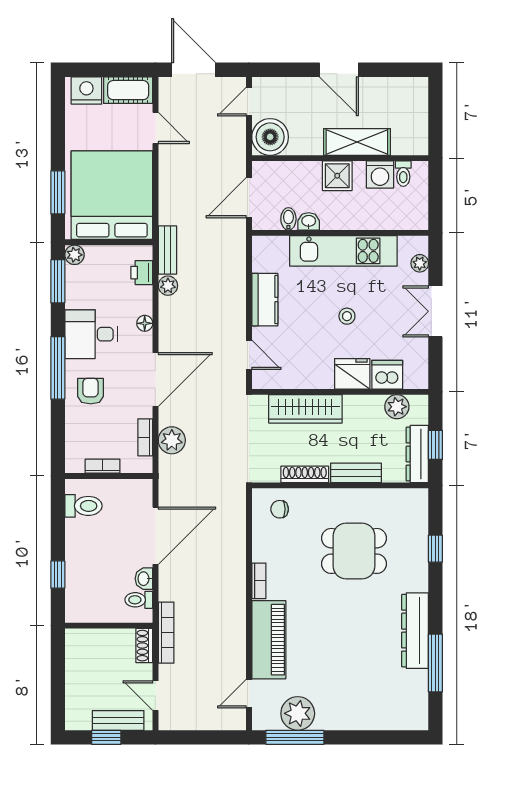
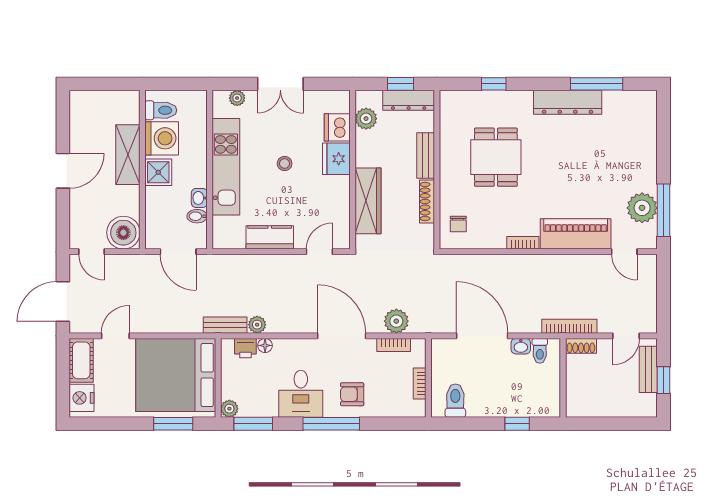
toilet: (403, 174) -> (161, 110), width x1.37, depth x1.39
washing machine: (380, 175) -> (162, 138), width x1.37, depth x1.37
floor lamp: (145, 323) -> (265, 345), moved

